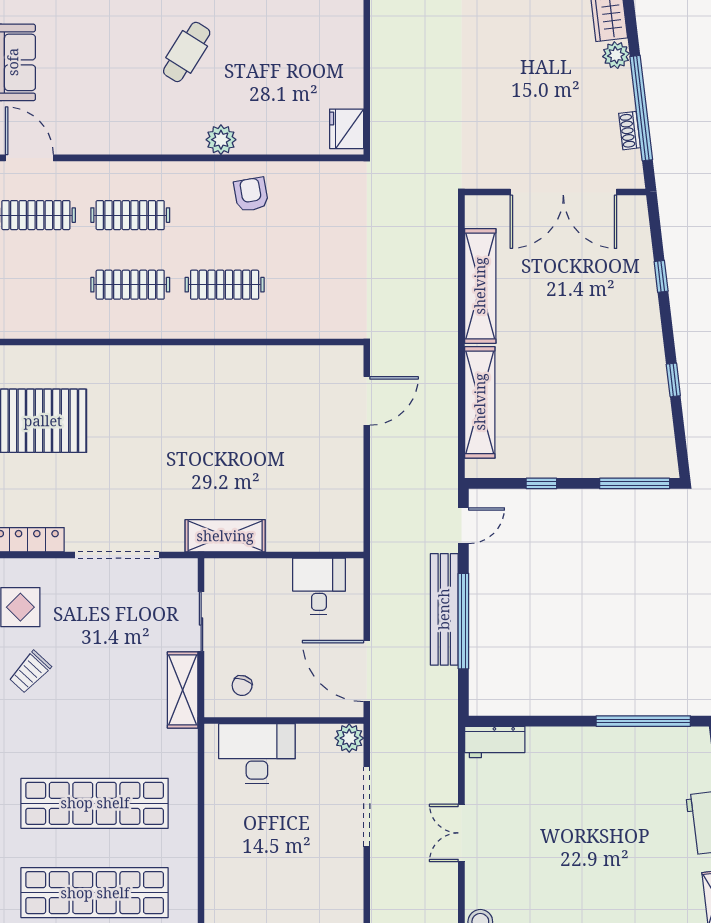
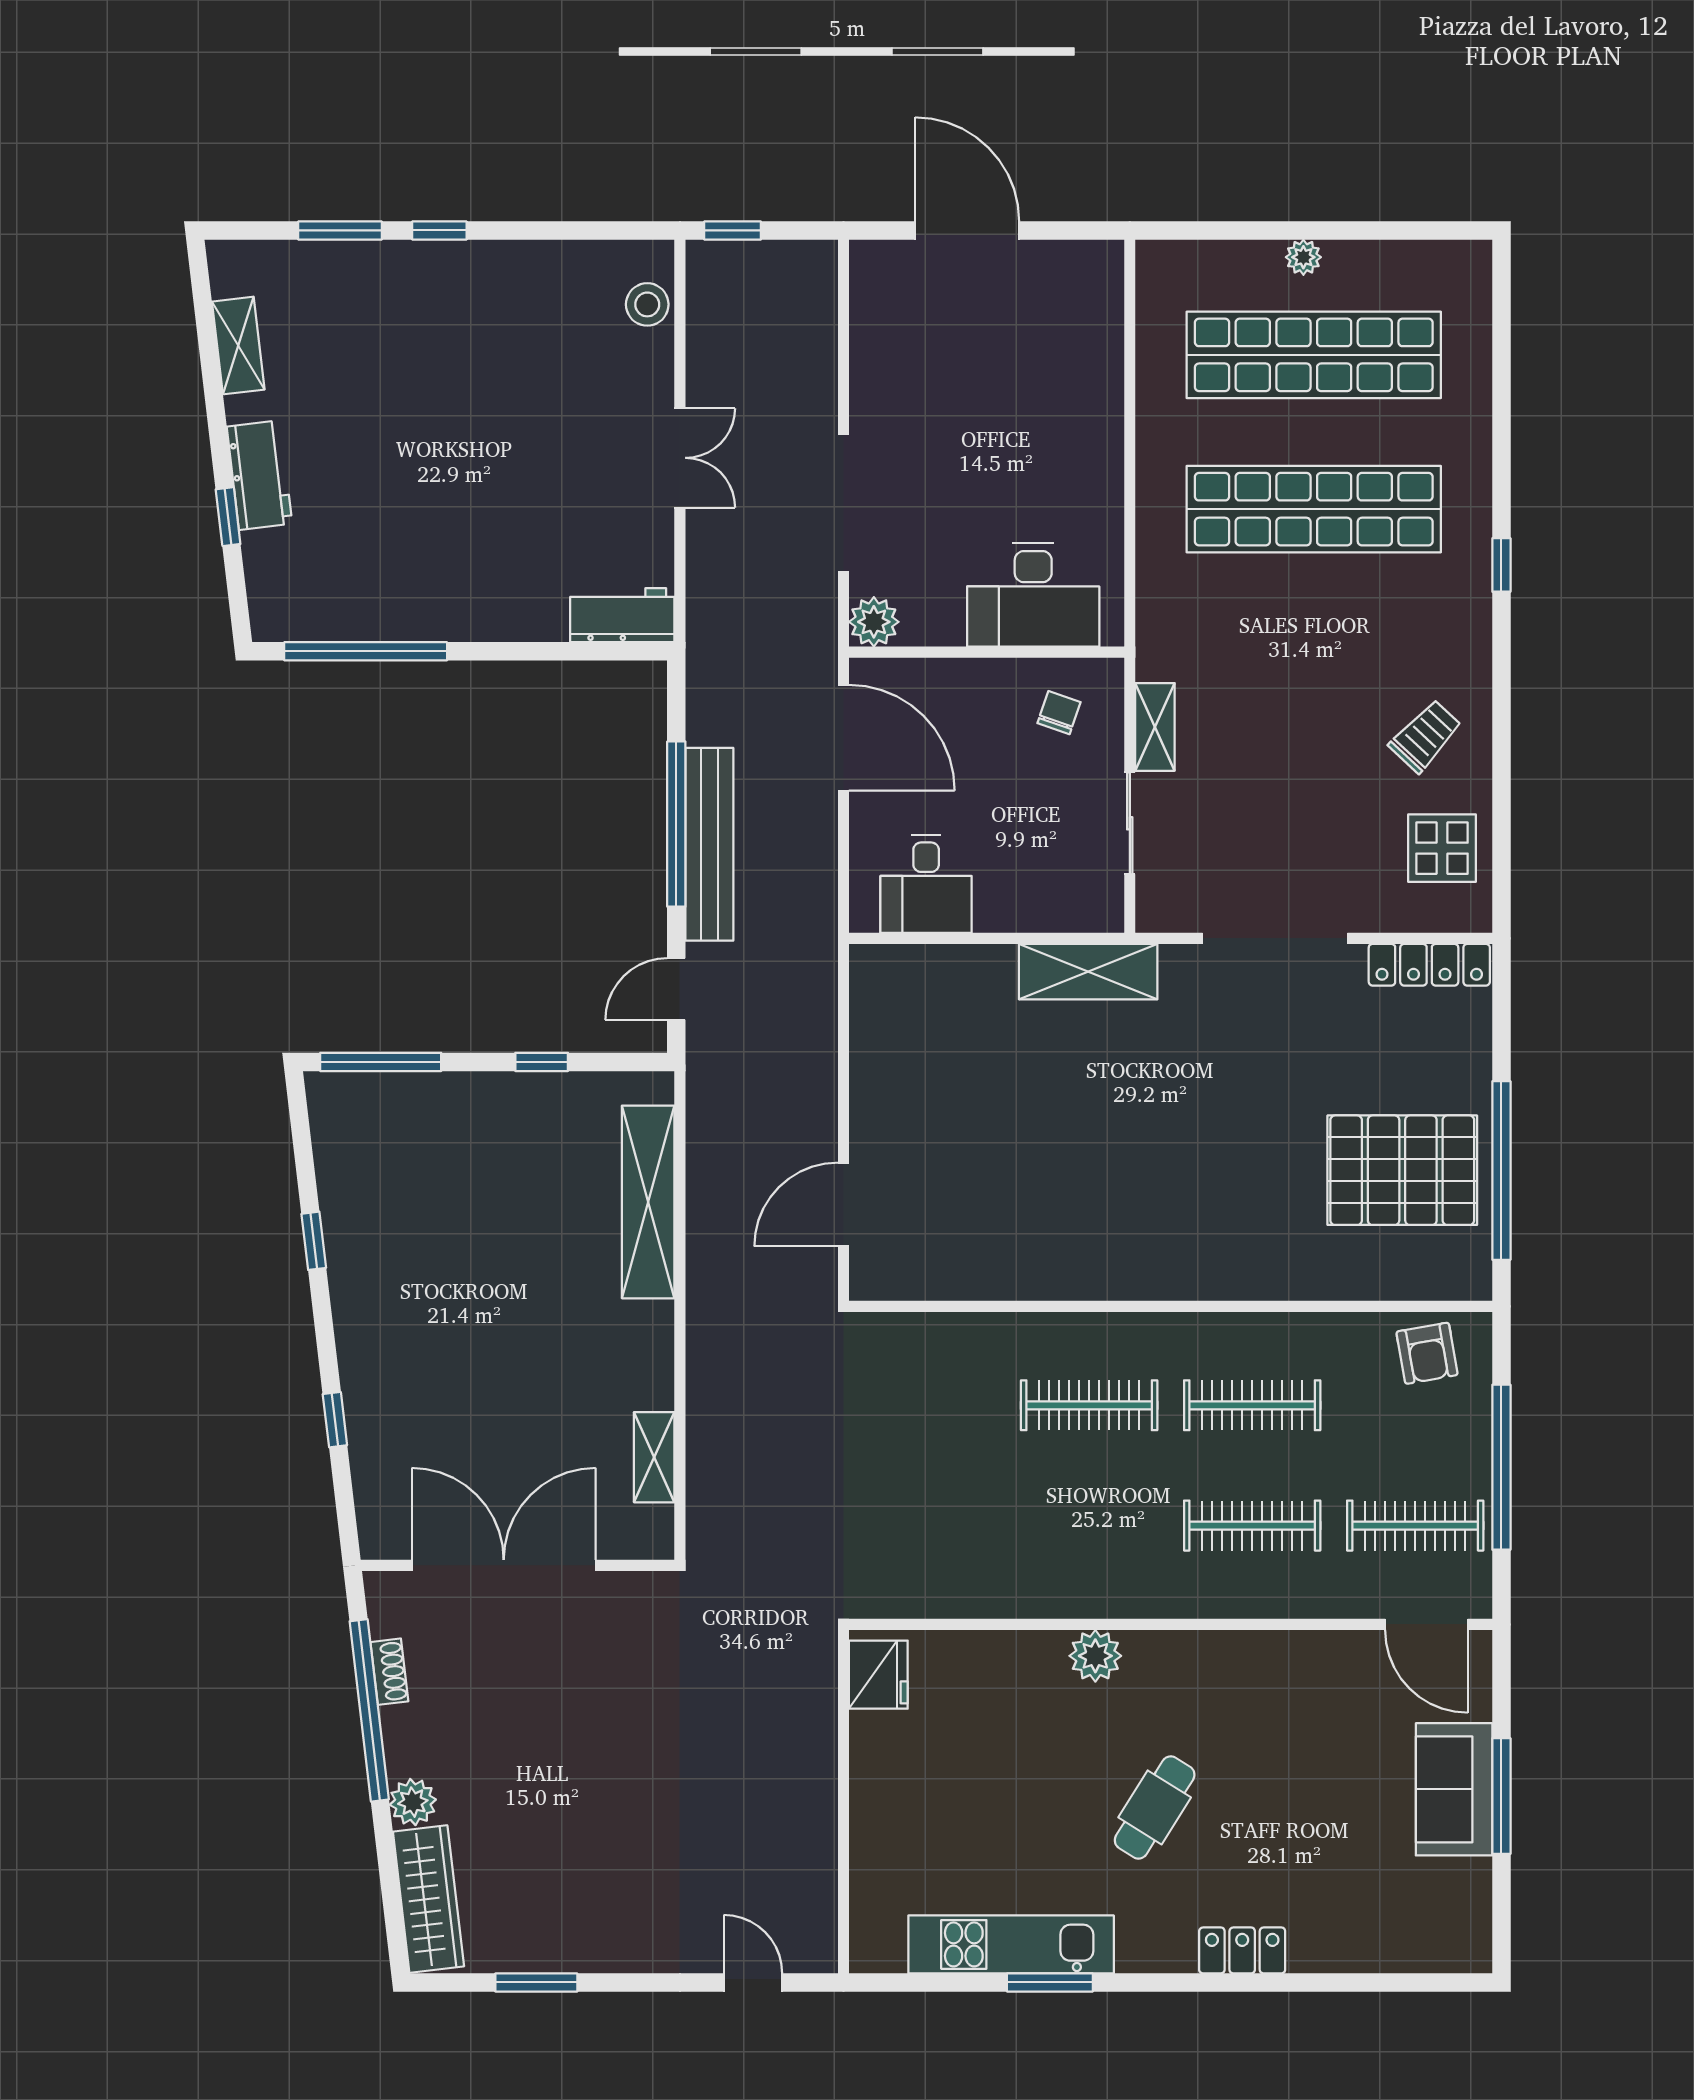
armchair: (251, 194) -> (1427, 1353), moved
shelving: (480, 286) -> (654, 1457), width x0.45, depth x0.75
shelving: (183, 690) -> (1155, 727), width x0.67, depth x0.75

